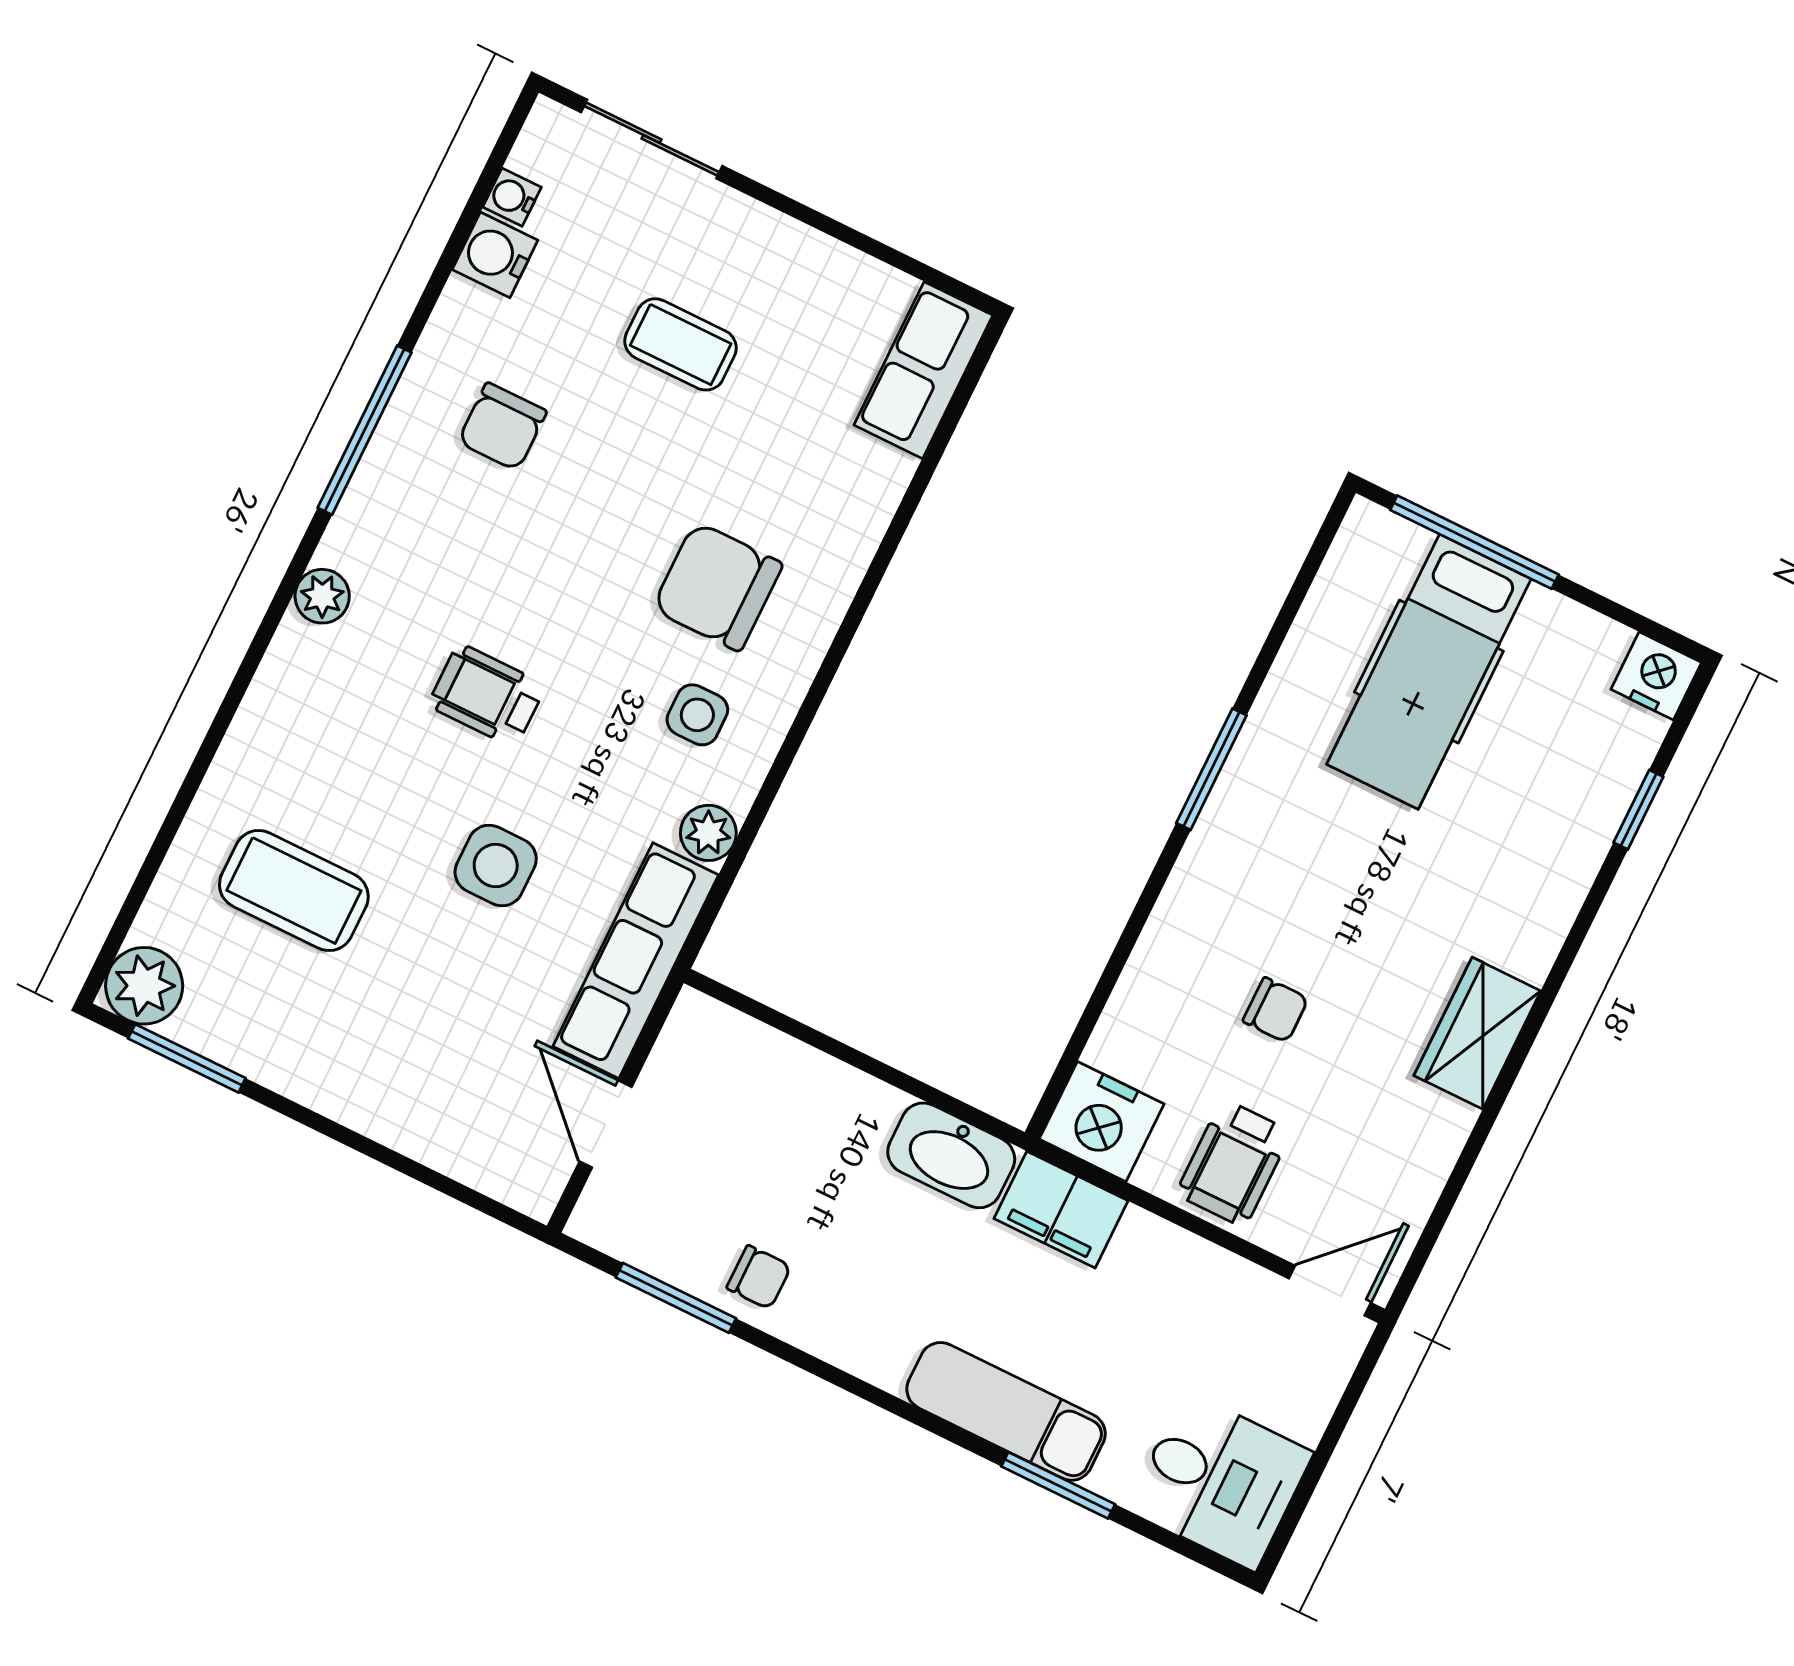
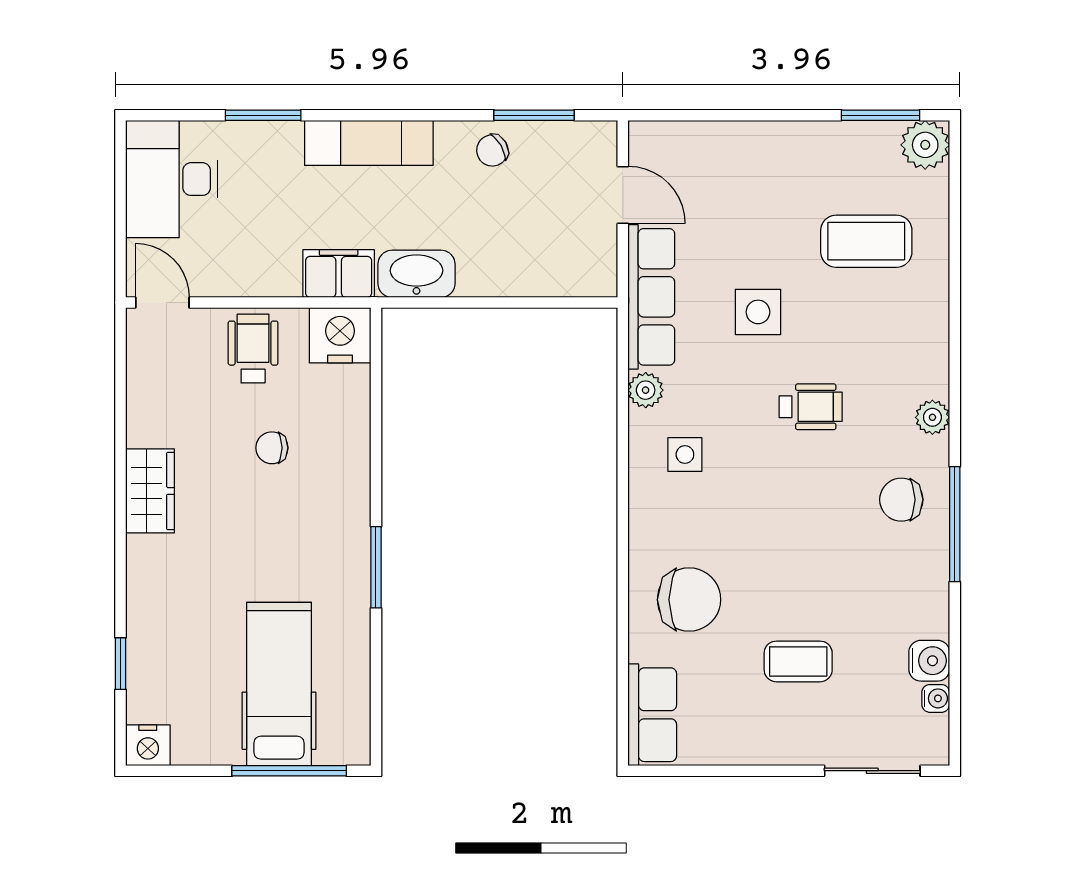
chair: (502, 427) -> (901, 500), moved, turned -90
chair: (717, 586) -> (689, 600), moved
chair: (759, 1277) -> (492, 150), turned -30
door: (1330, 1291) -> (162, 303), swing flipped
exam couch: (1006, 1411) -> (369, 143), moved
desk: (1220, 1481) -> (172, 179), width x1.37

